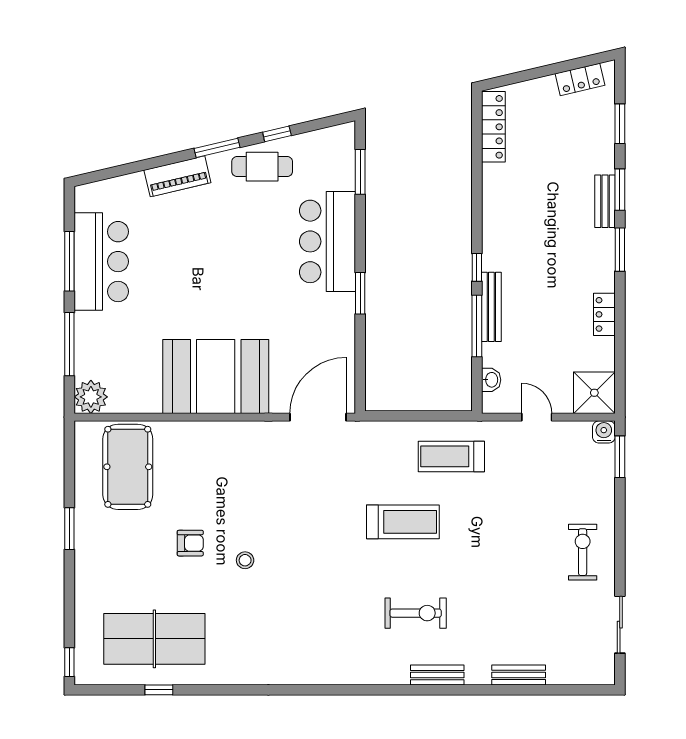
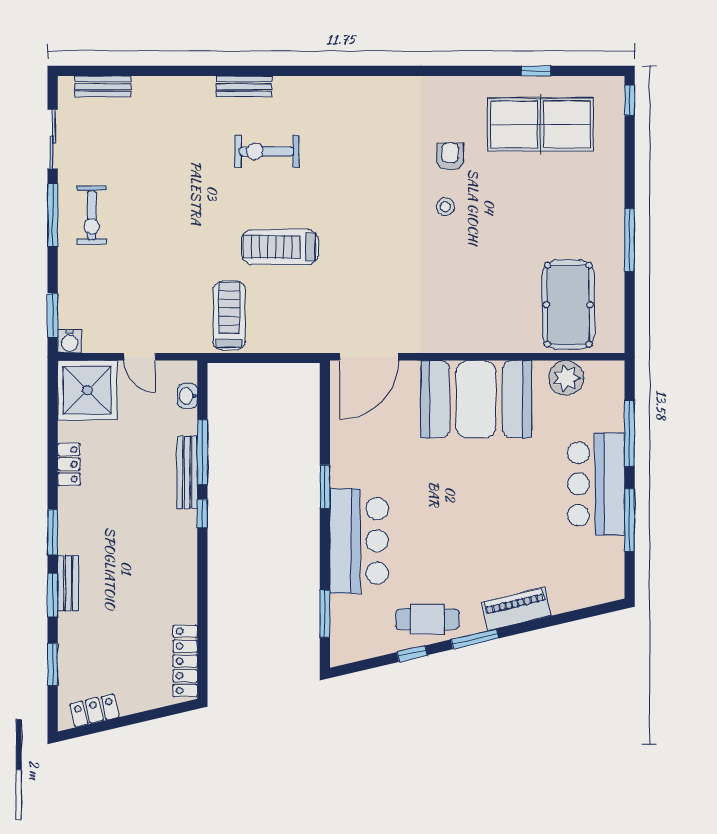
bar counter: (101, 262) -> (596, 484), moved
shower: (594, 393) -> (87, 390), width x1.37, depth x1.37
plant: (91, 397) -> (566, 378), moved
treadmill: (451, 456) -> (229, 316), turned -90
window: (69, 529) -> (630, 240), width x1.44
armchair: (190, 543) -> (450, 157), moved, turned 90
window: (620, 552) -> (53, 215), added
bench: (519, 675) -> (103, 87), moved

